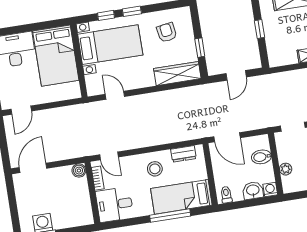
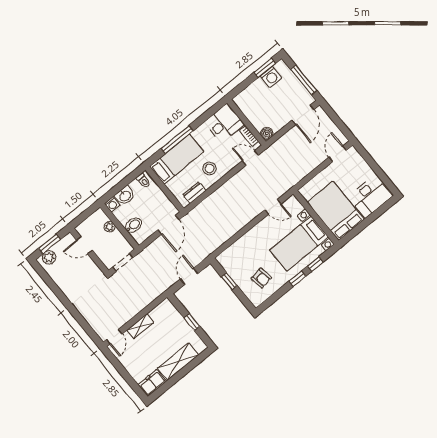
wardrobe: (177, 74) -> (235, 251), removed
door: (227, 137) -> (168, 225), swing flipped
window: (12, 202) -> (304, 80), added

